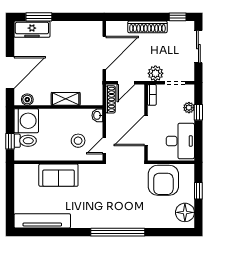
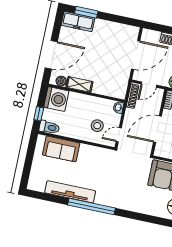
shelving: (66, 99) -> (79, 84), moved
toilet: (25, 141) -> (49, 127), moved
sofa: (58, 175) -> (61, 149), moved
tv unit: (42, 221) -> (70, 192), moved
window: (118, 232) -> (91, 206), moved

